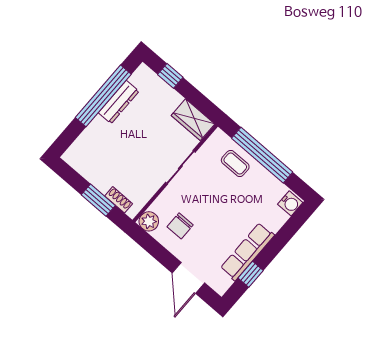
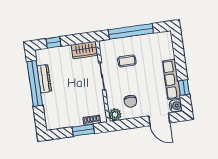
coffee table: (235, 163) -> (127, 61), moved
water cooler: (290, 203) -> (176, 106), moved

